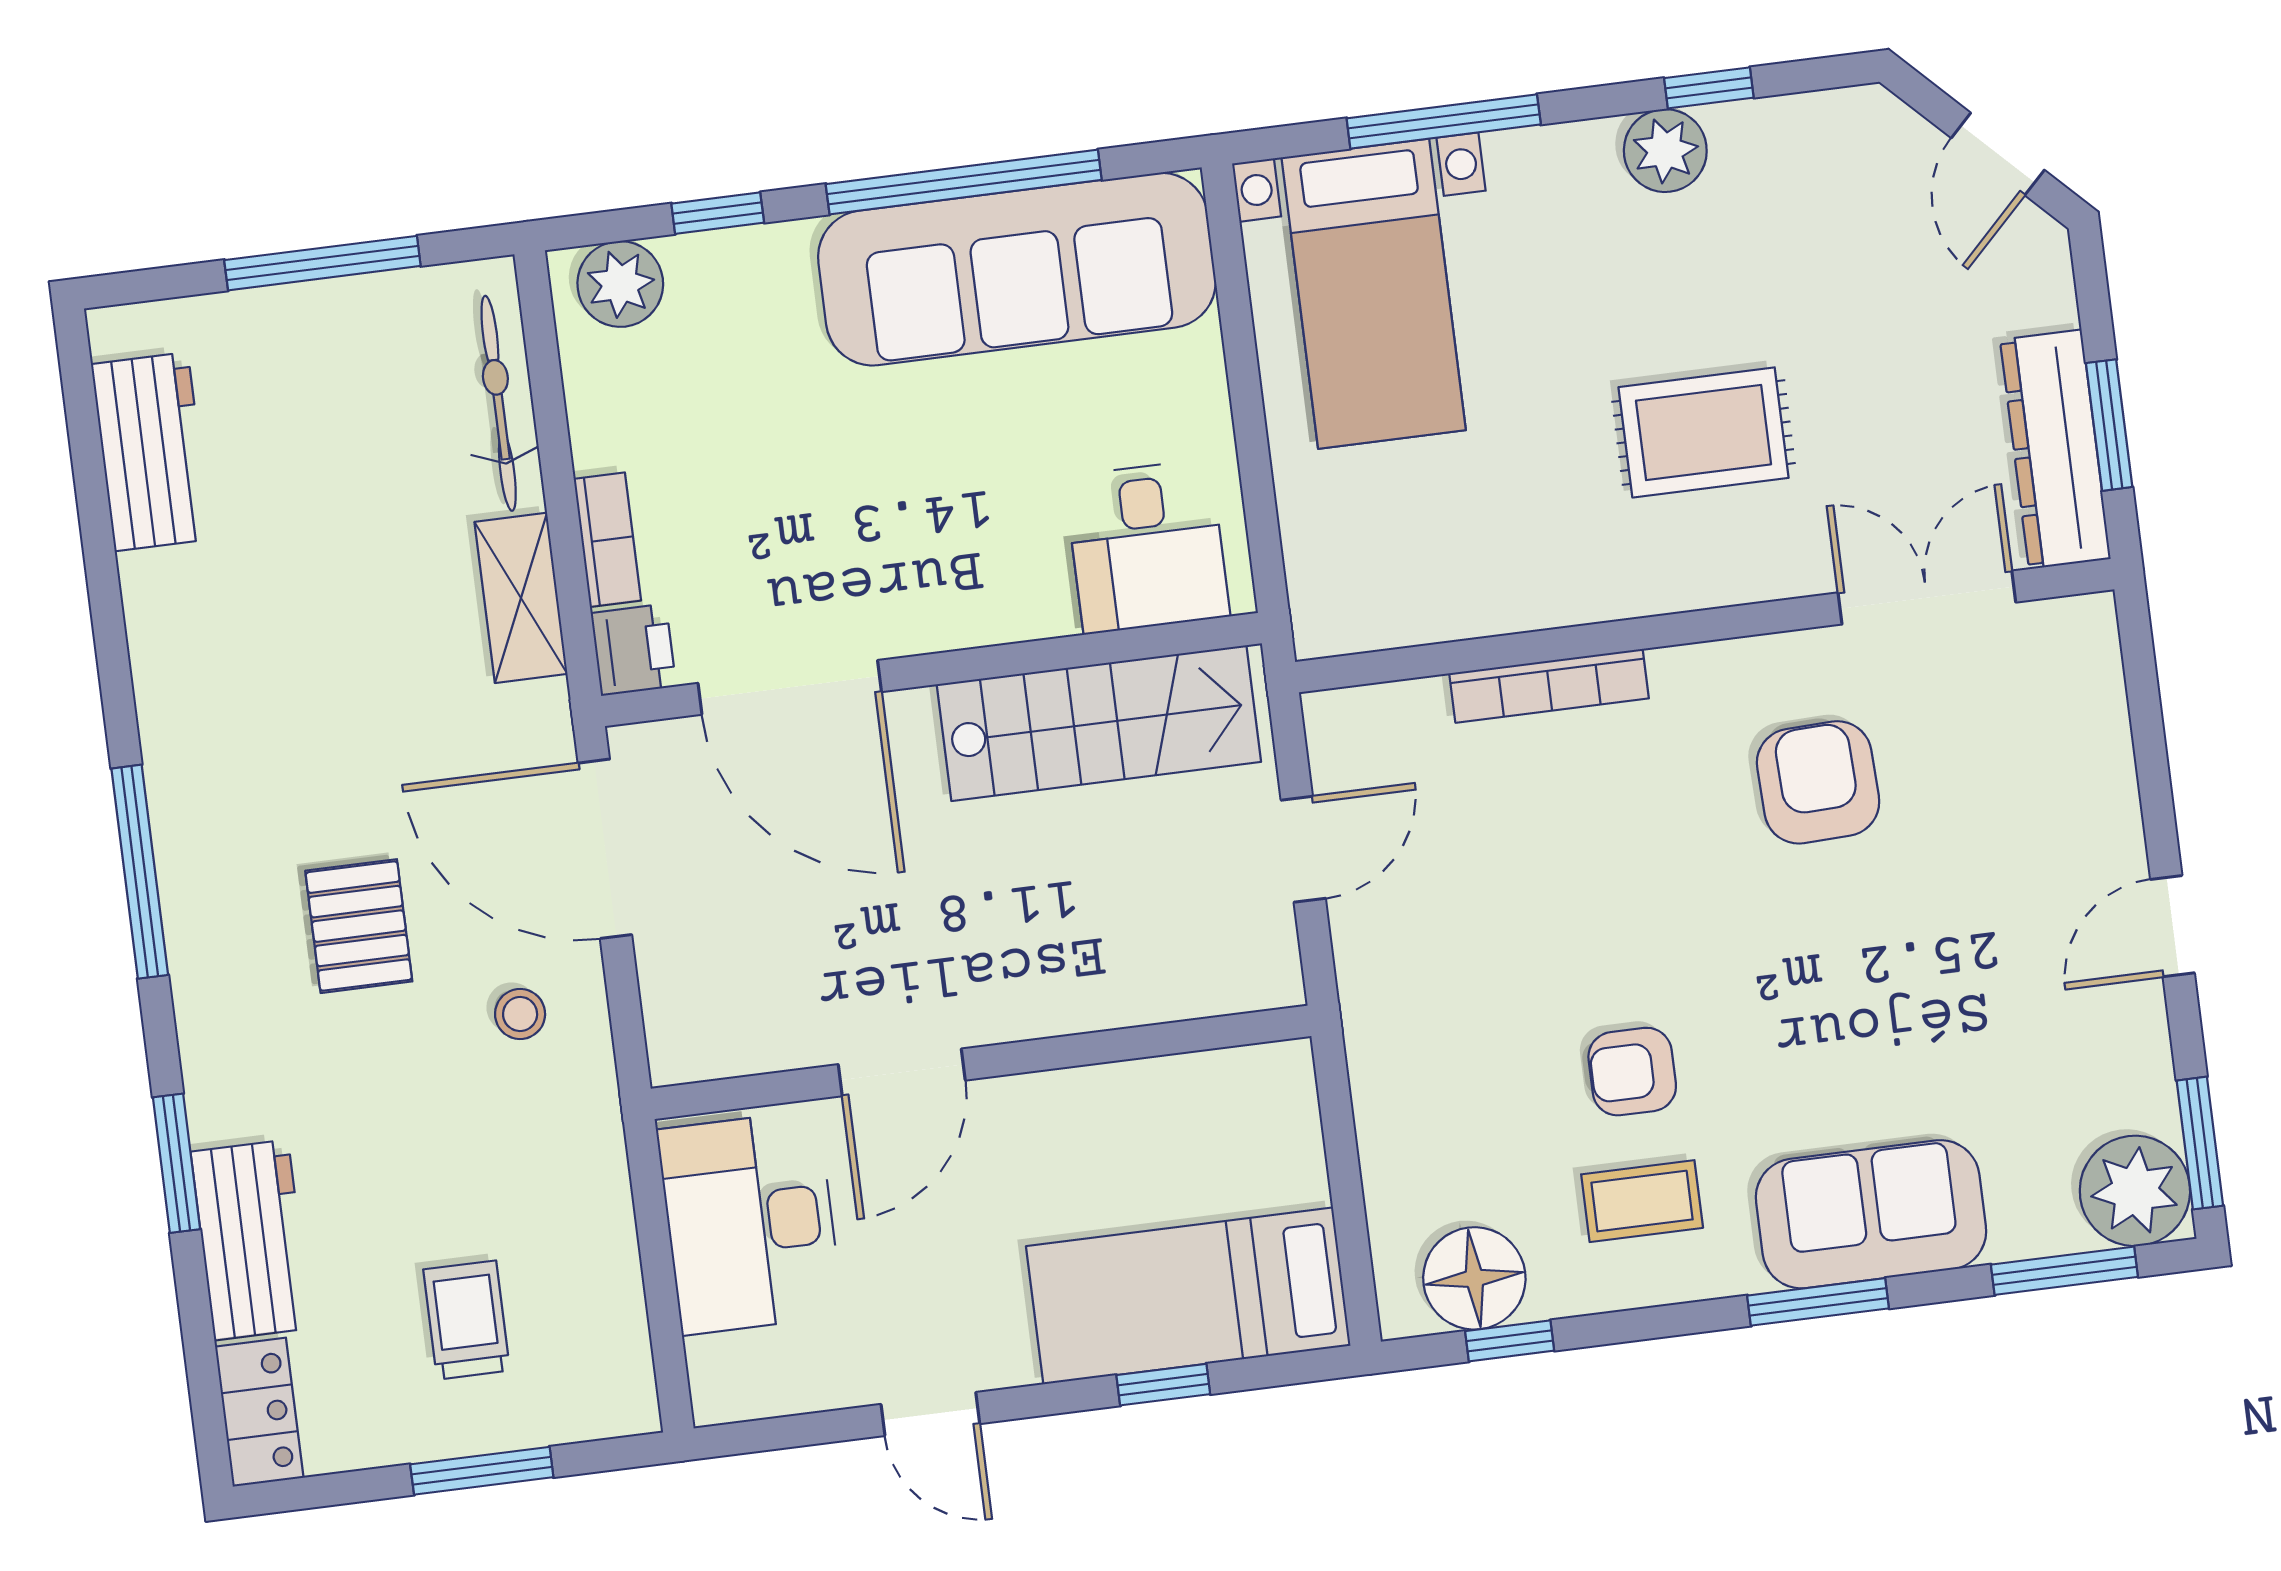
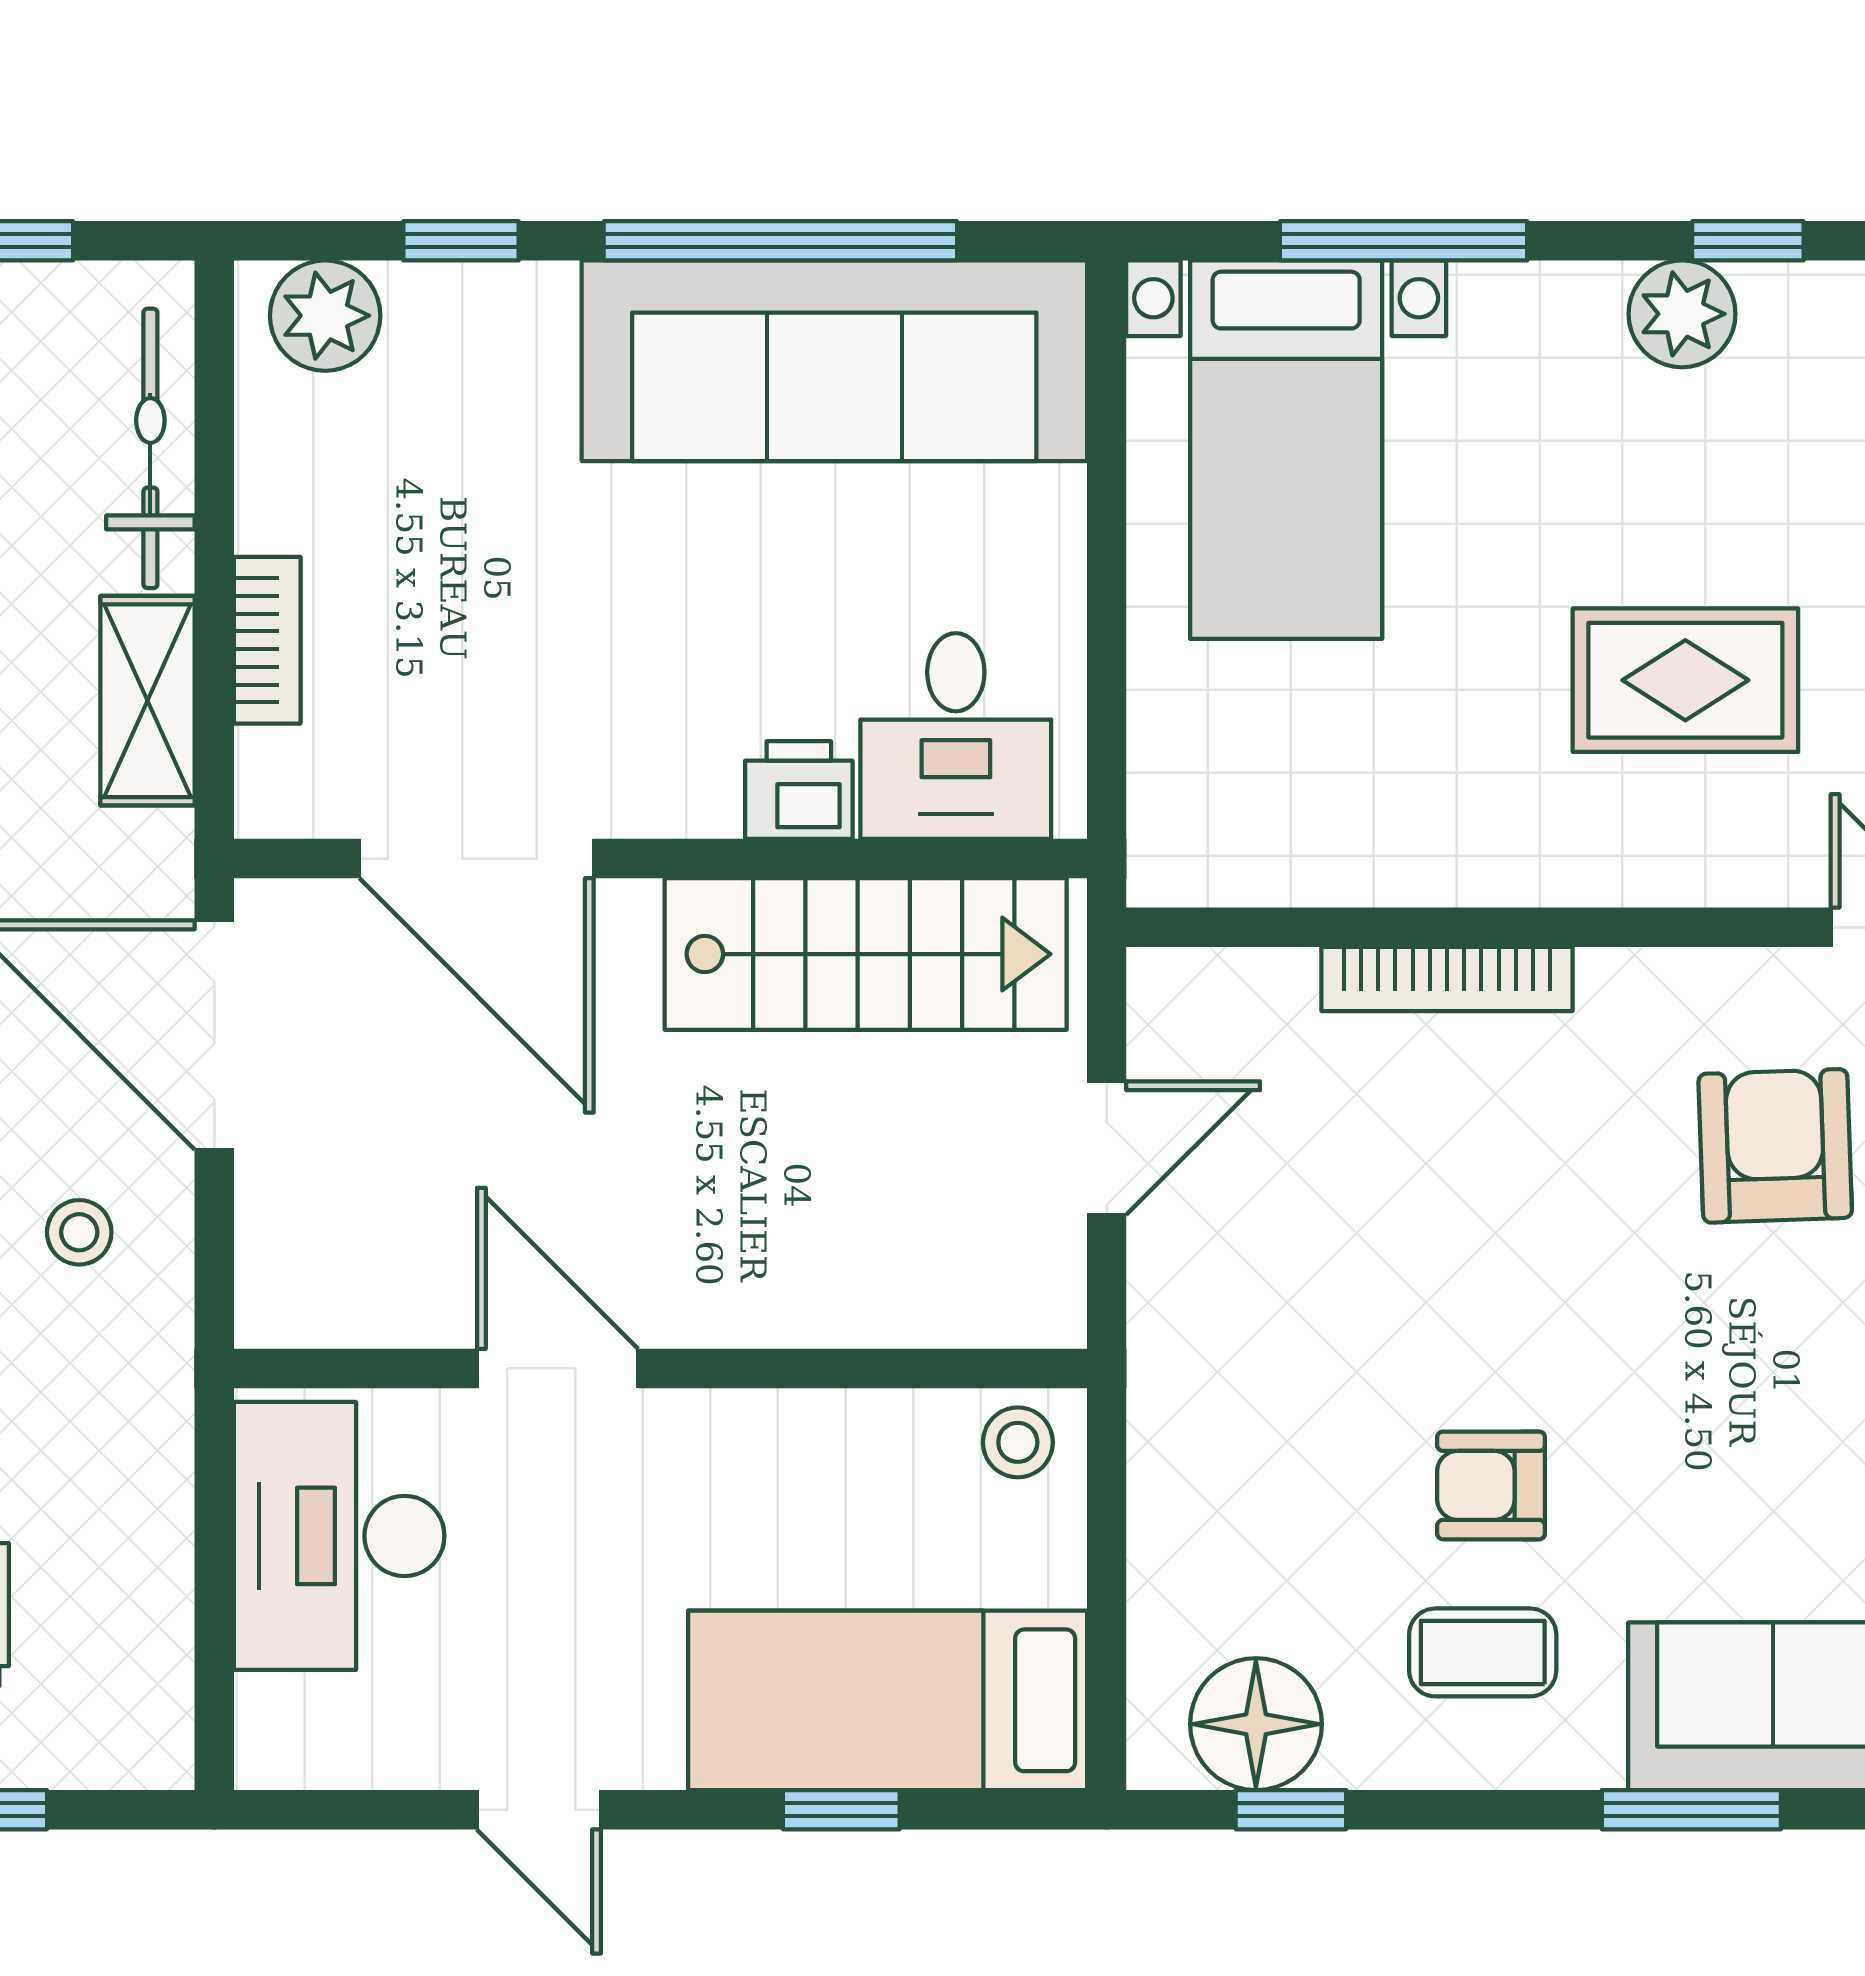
printer: (633, 650) -> (799, 790), moved, turned -90
door: (902, 1072) -> (558, 1368), swing flipped
stool: (1264, 1084) -> (1018, 1442), added

